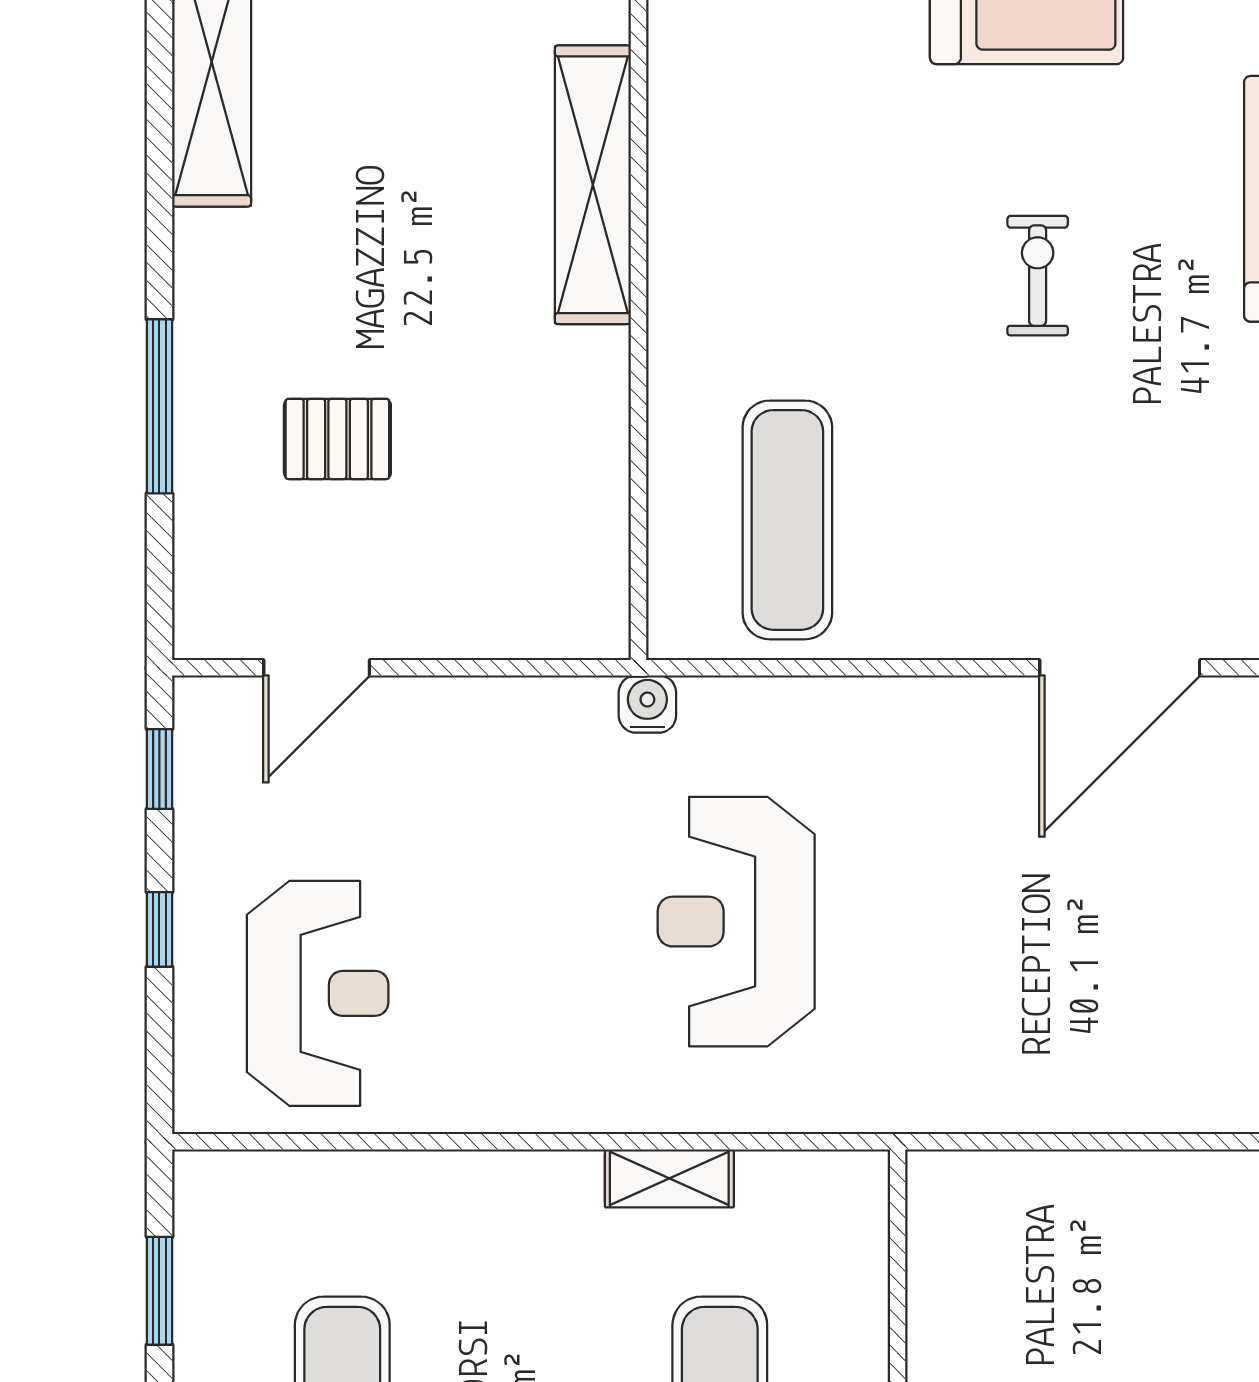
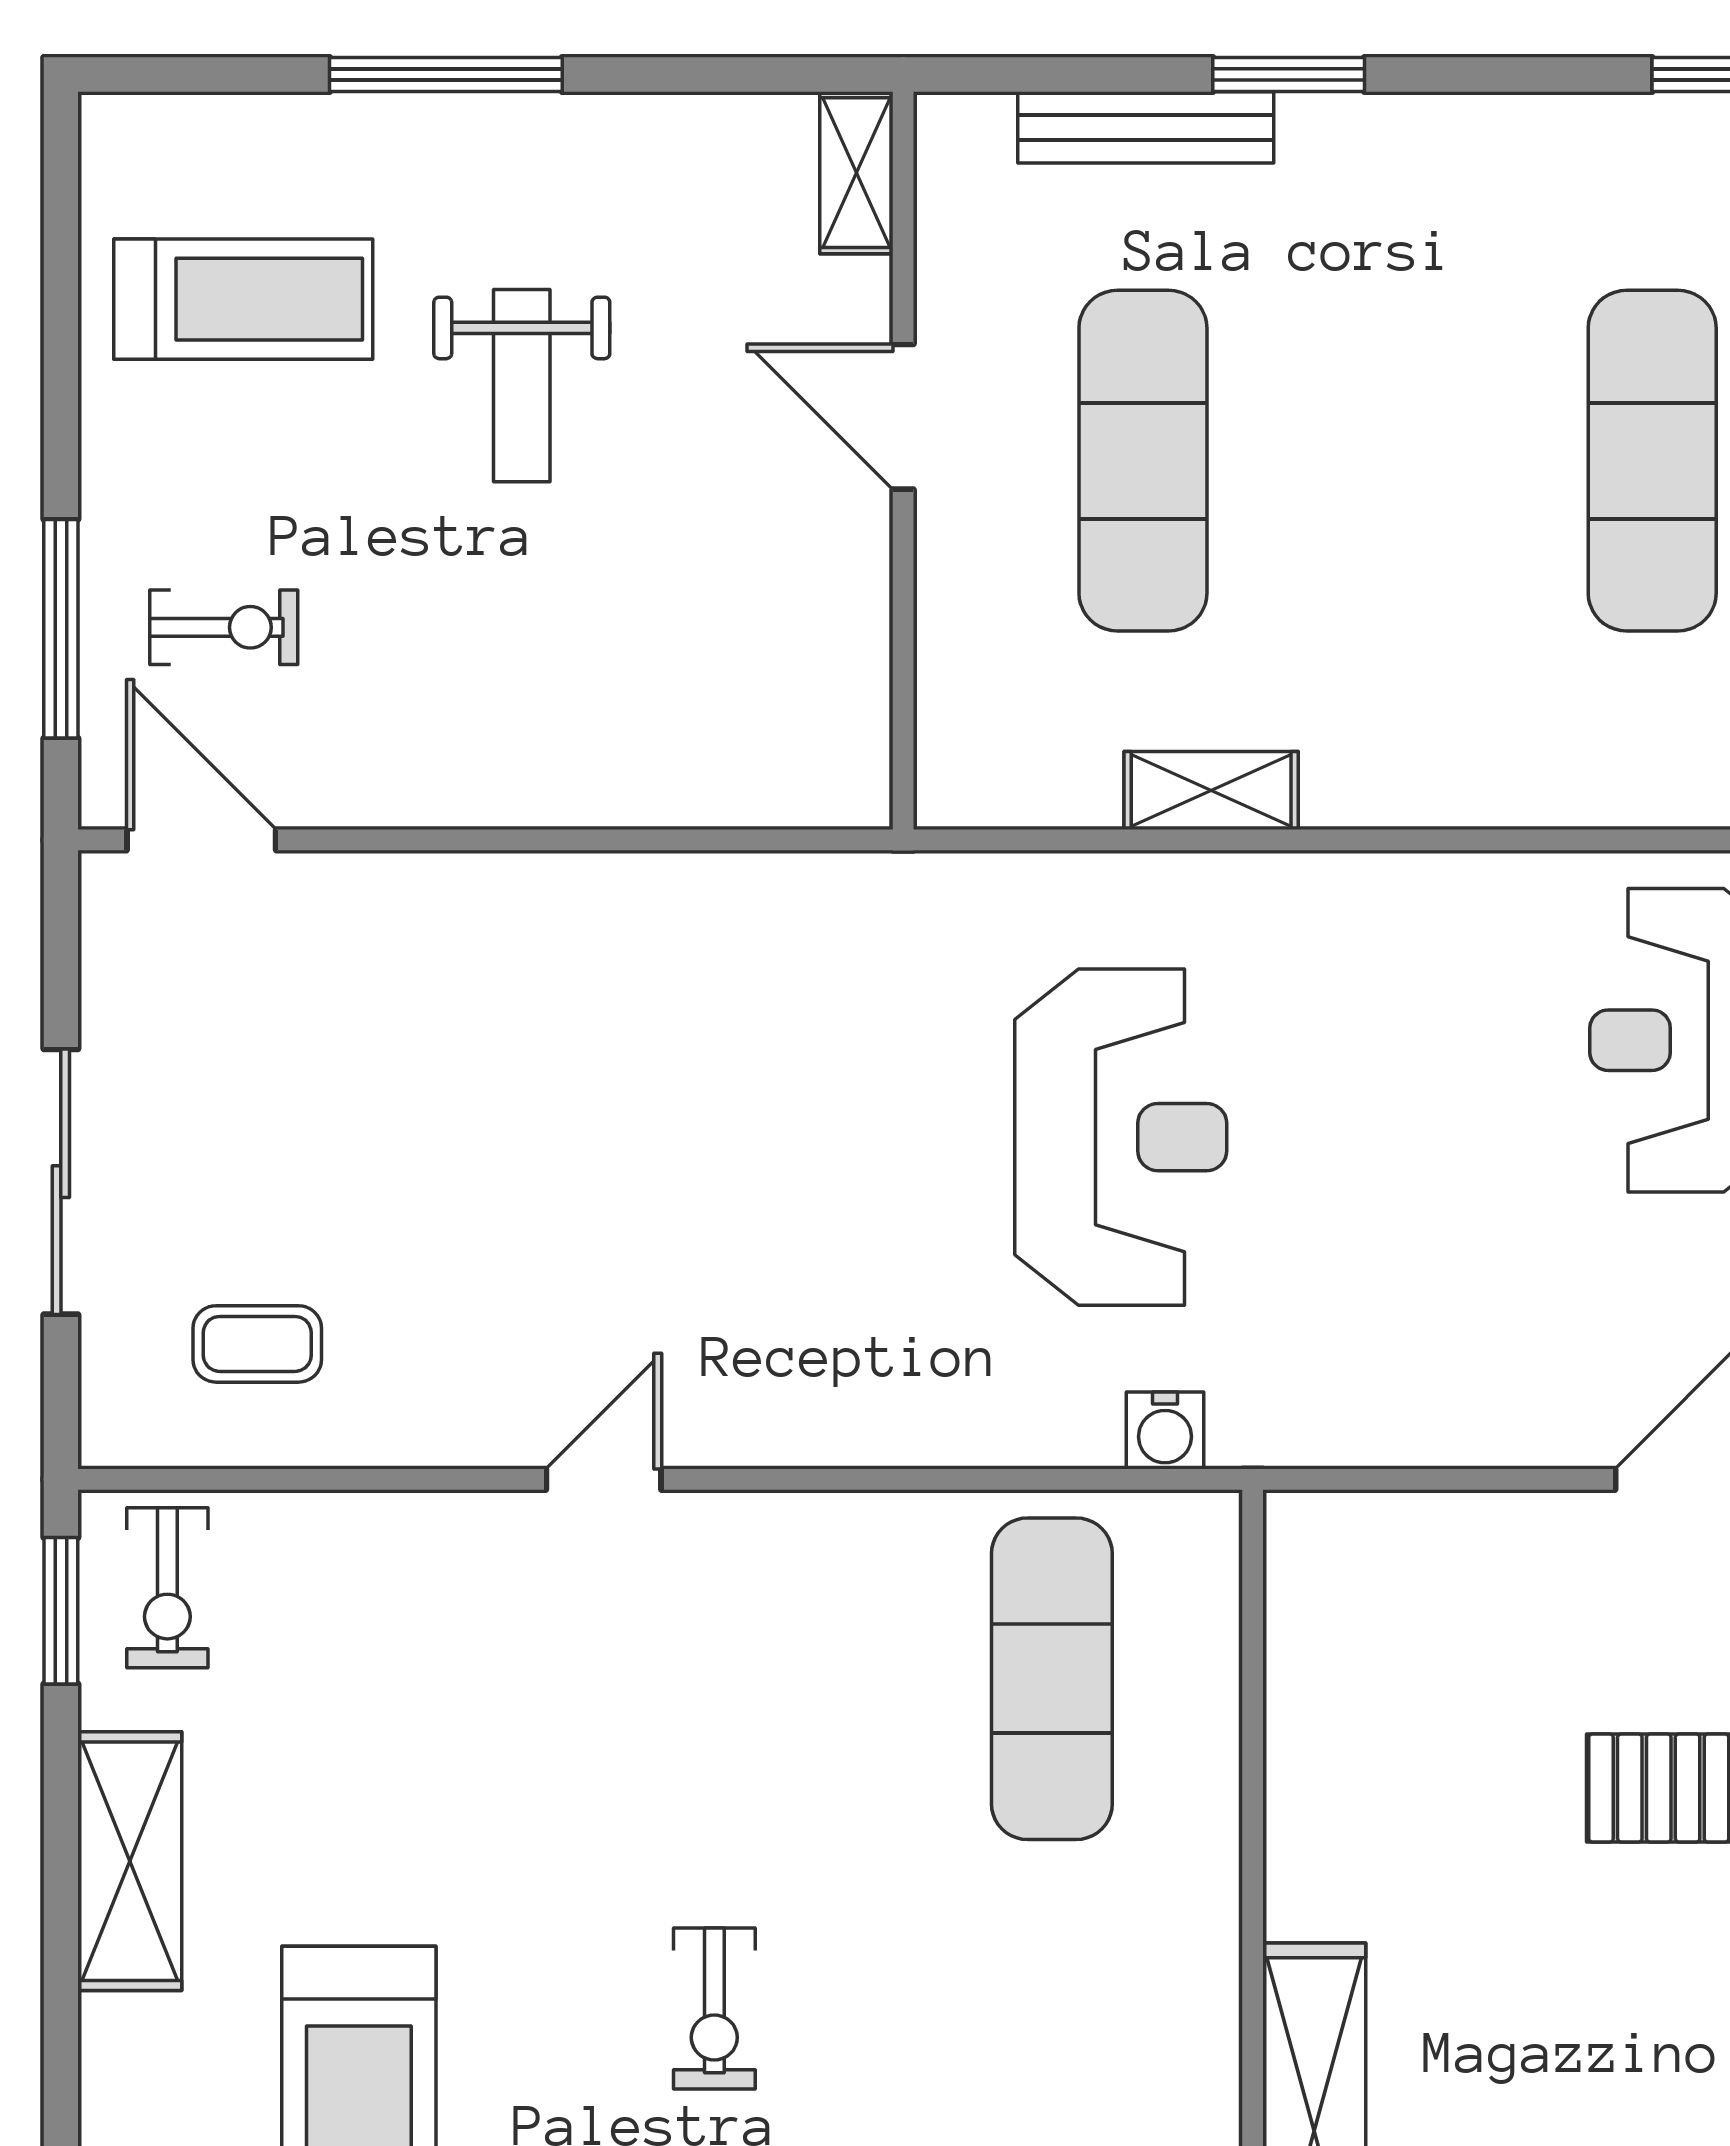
door: (1120, 668) -> (604, 1479), width x0.53
water cooler: (647, 704) -> (1165, 1430), moved

